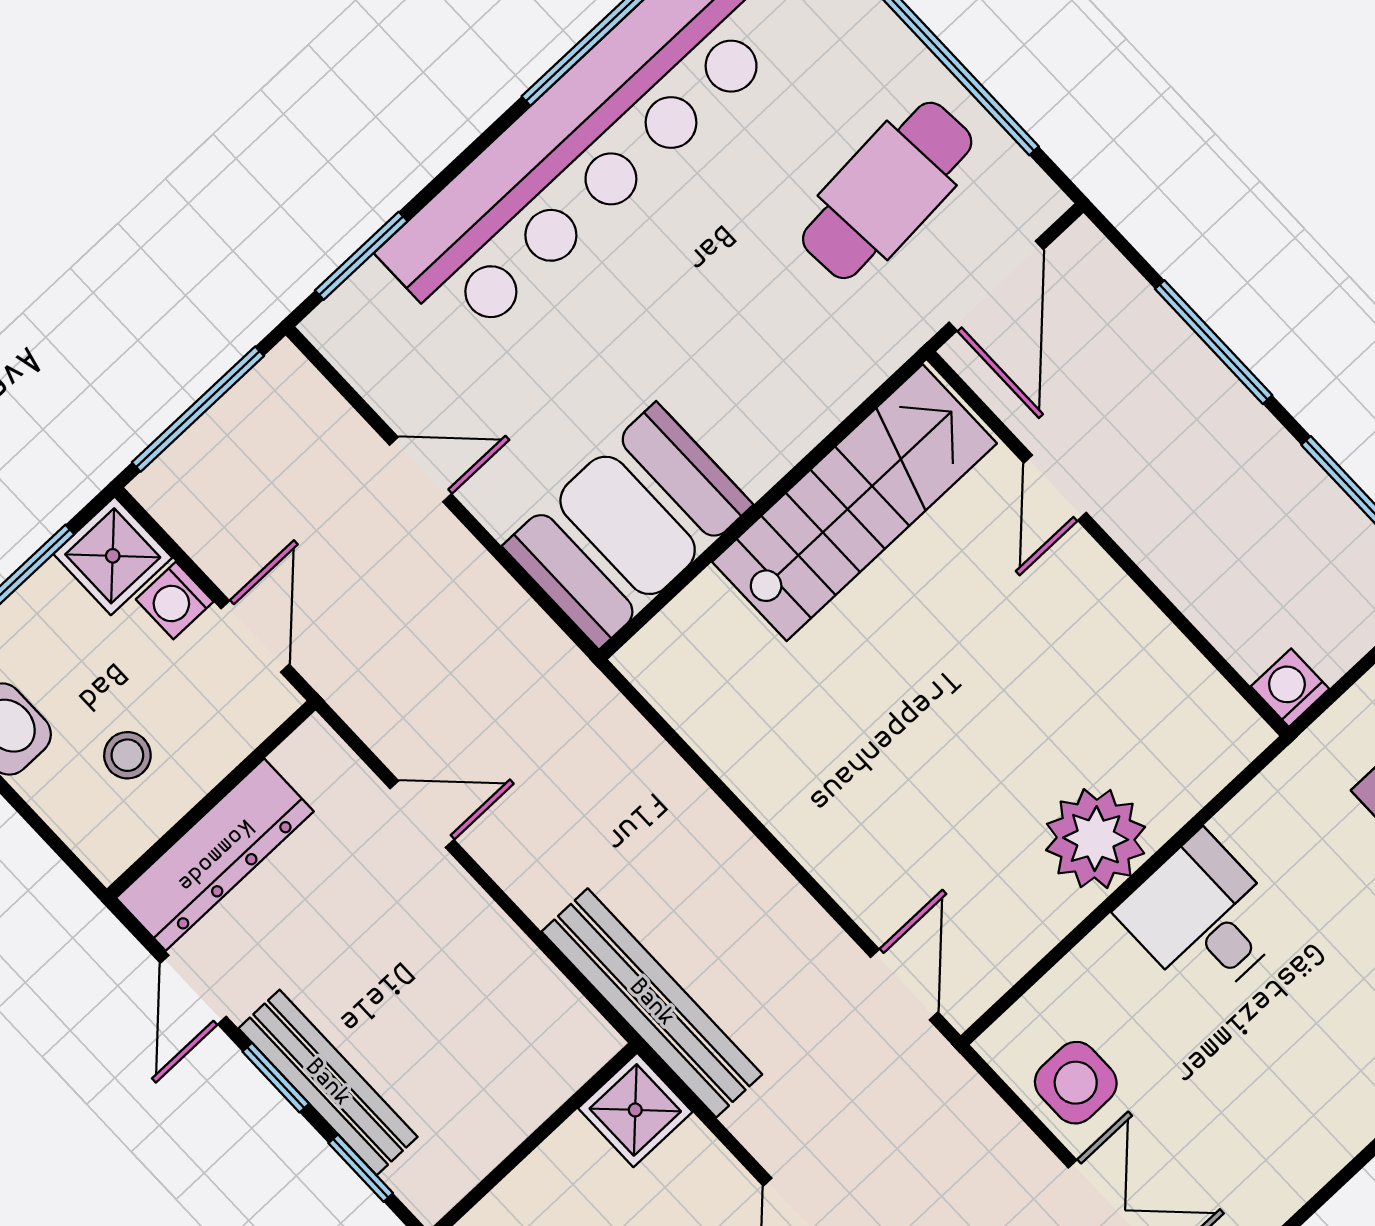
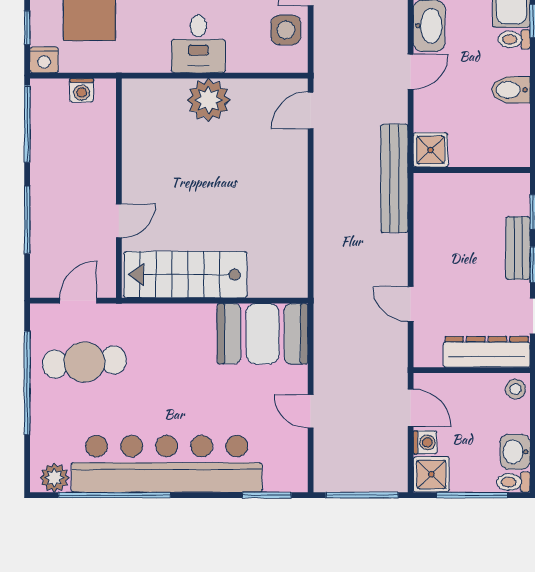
door: (996, 286) -> (78, 301), width x0.73
door: (255, 636) -> (411, 408), swing flipped
washing machine: (1290, 688) -> (82, 90), moved
stool: (127, 755) -> (515, 389), moved
bench: (328, 1083) -> (518, 248), width x0.73

